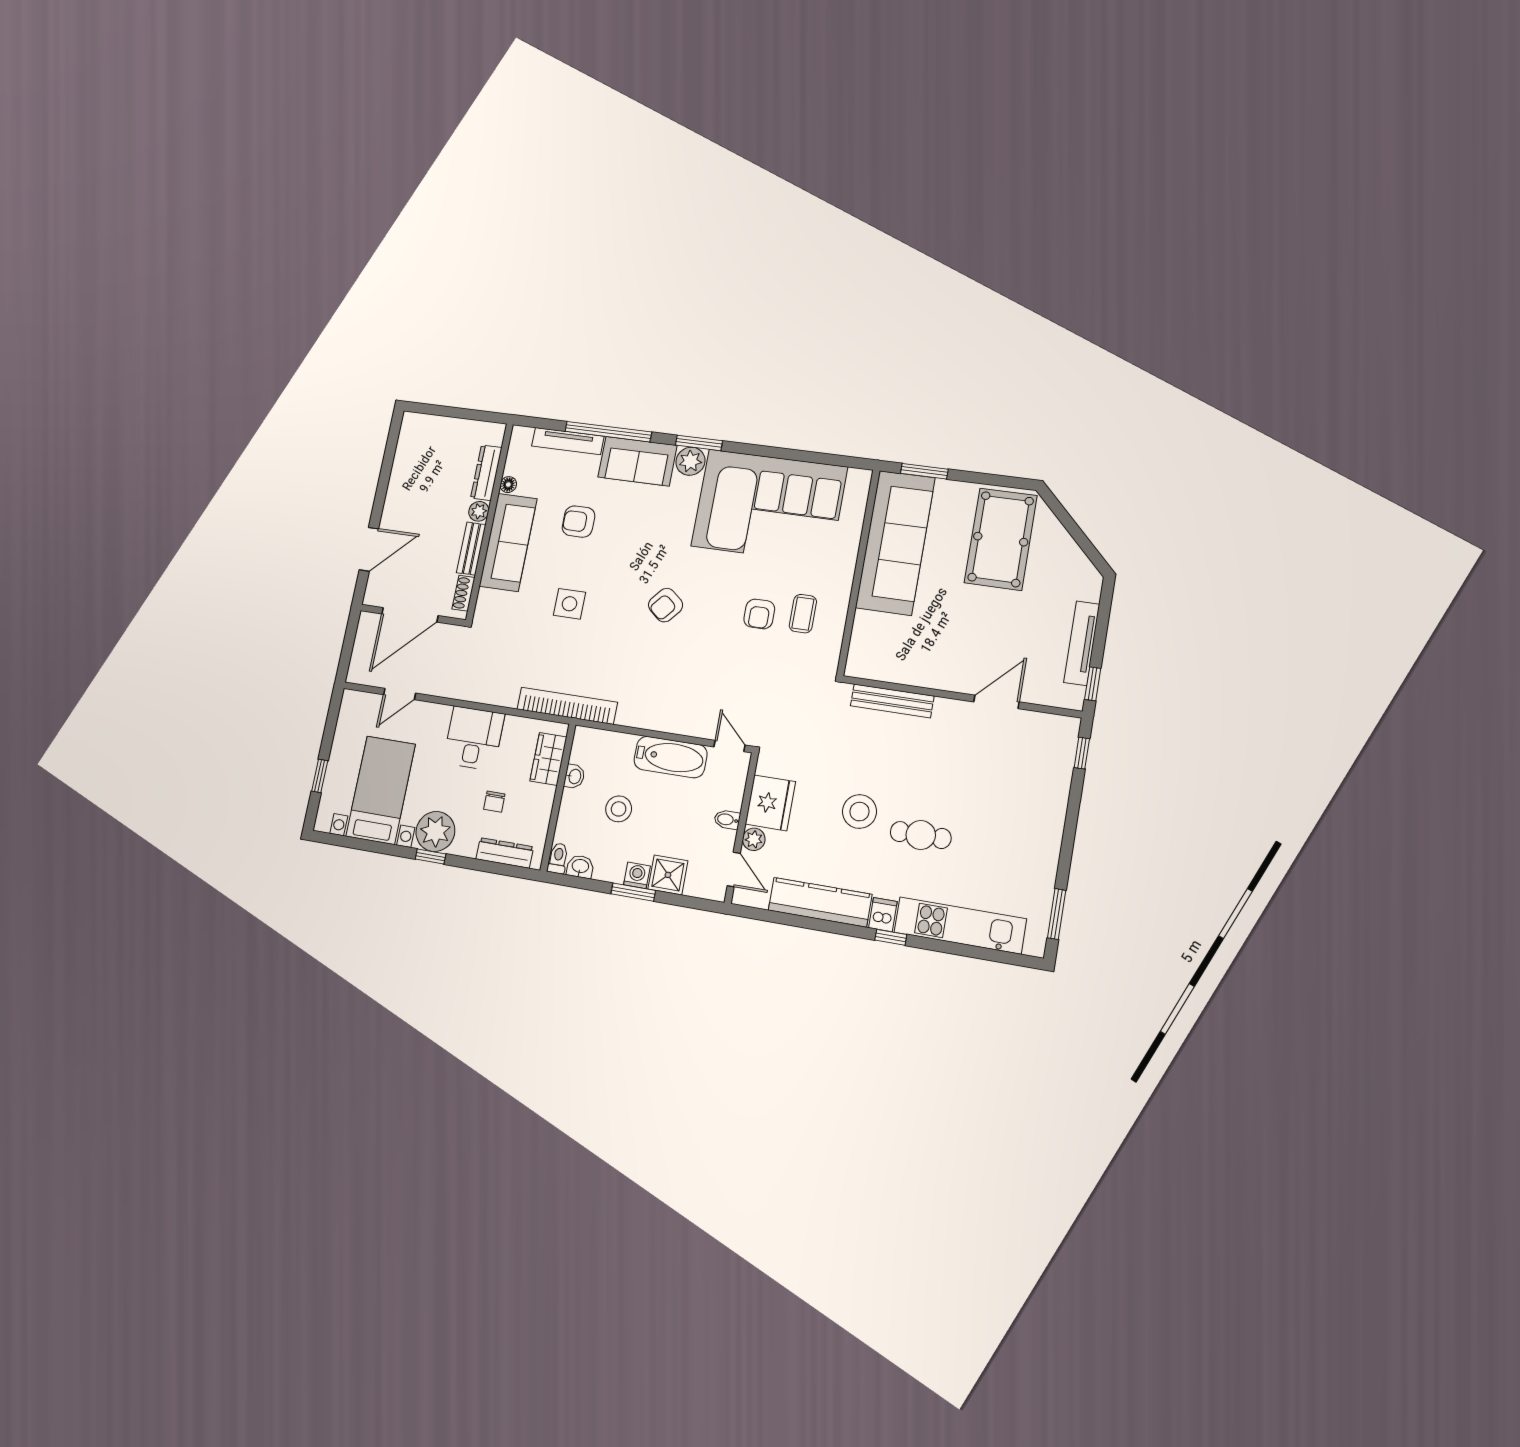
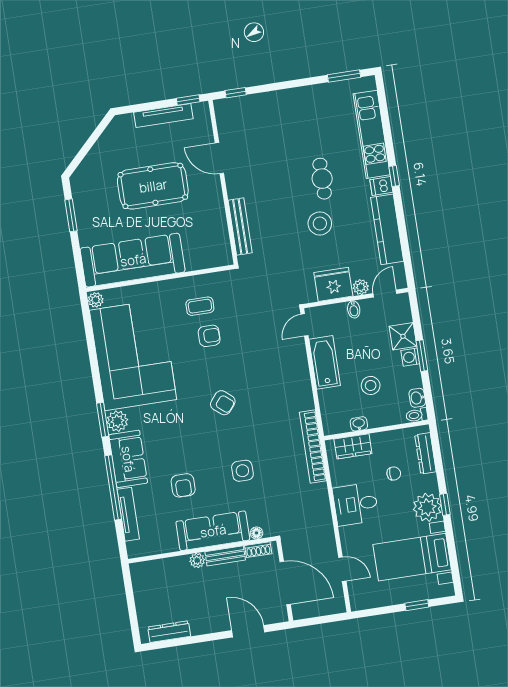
window: (924, 471) -> (71, 215), moved
dresser: (486, 473) -> (169, 632), moved, turned 180
plant: (859, 479) -> (96, 300), added
floor lamp: (508, 485) -> (256, 533), moved
pool table: (1001, 539) -> (153, 186), moved

